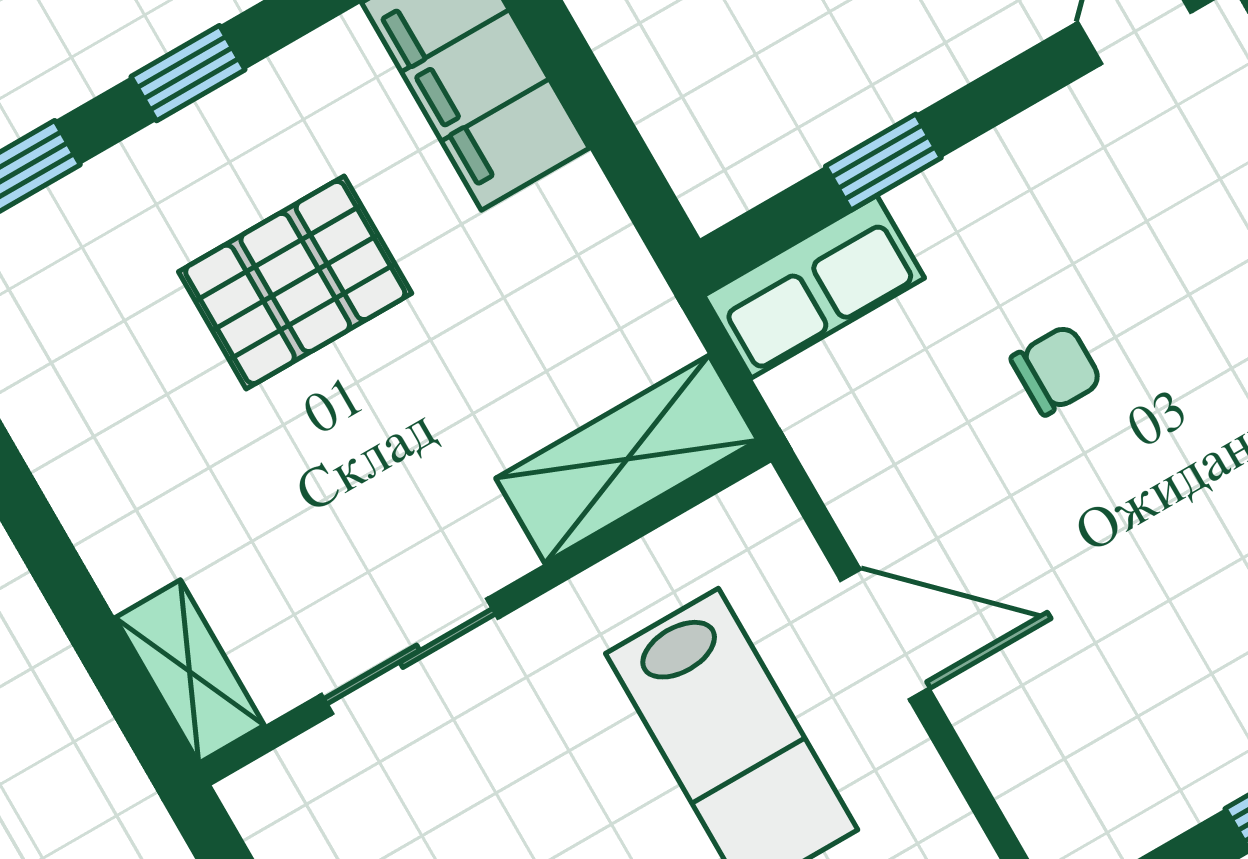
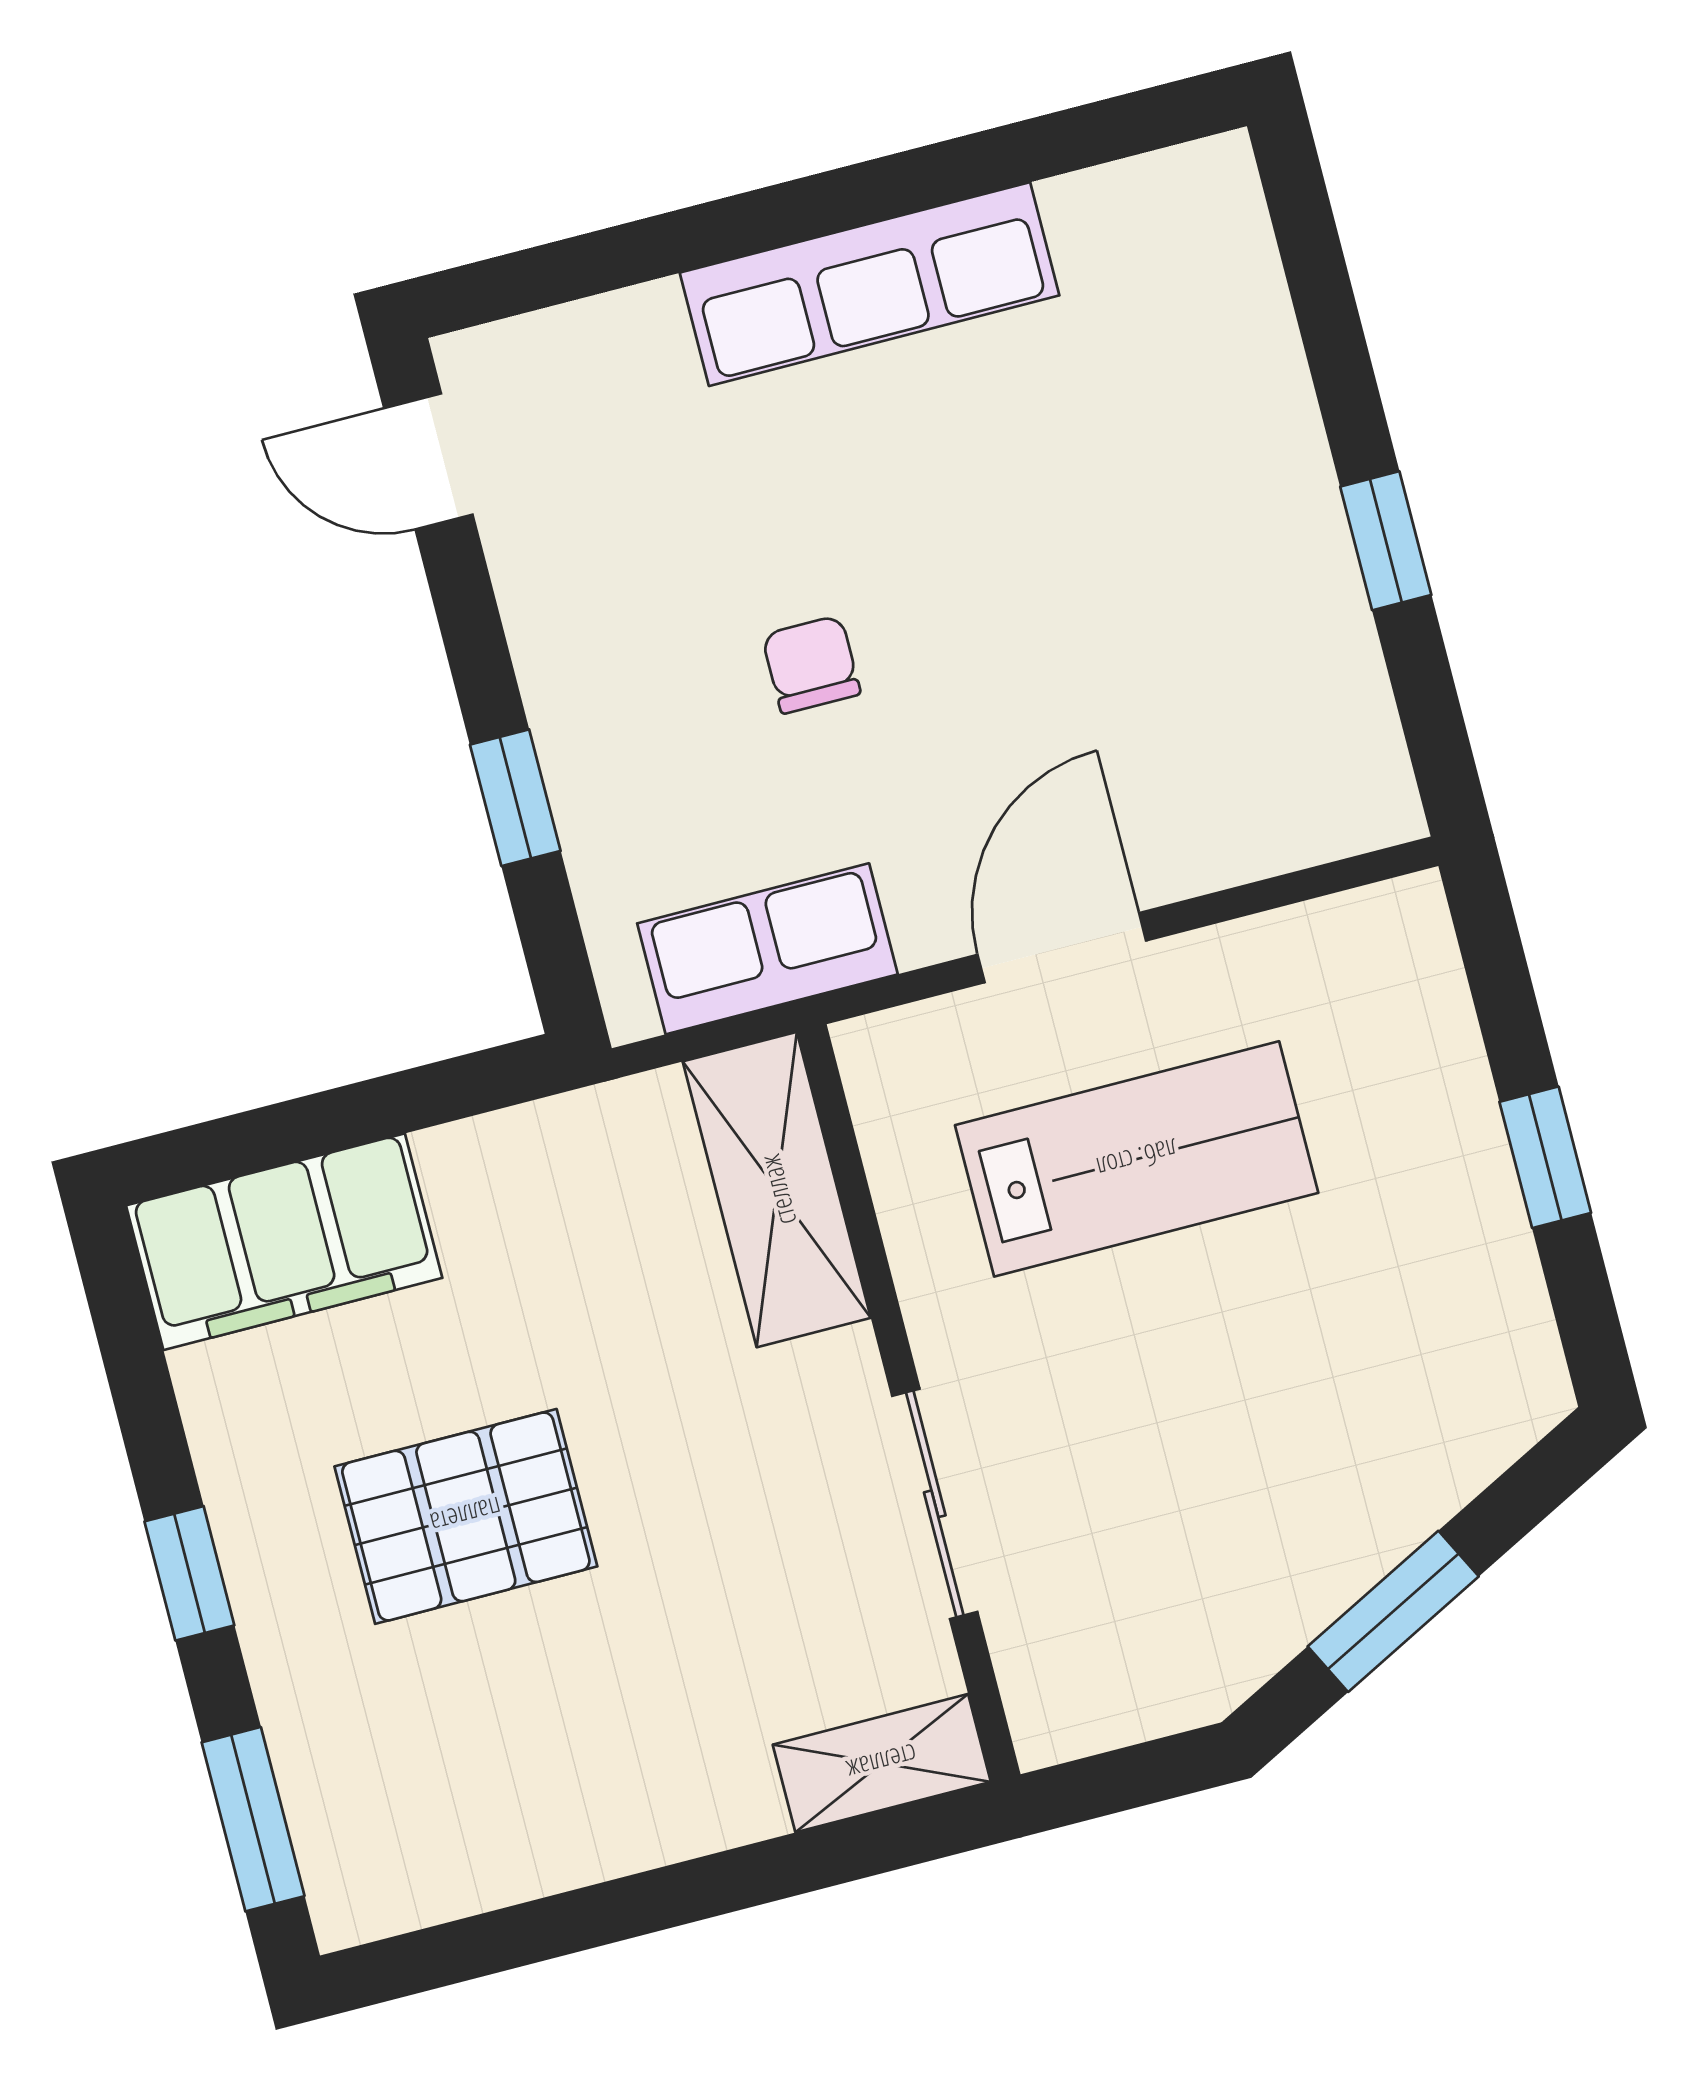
pallet: (295, 282) -> (466, 1516), turned 90
row of seats: (814, 287) -> (767, 949), moved, turned -90

